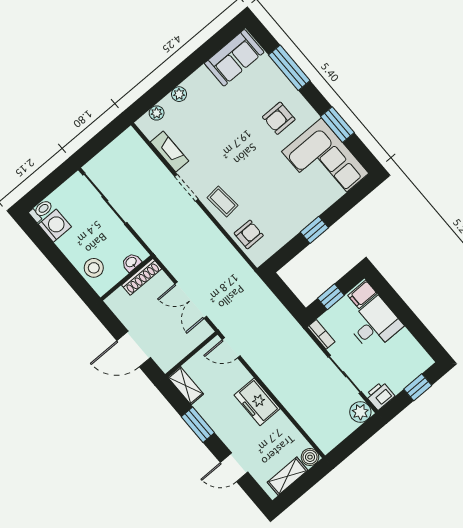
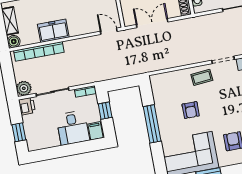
window: (314, 230) -> (152, 124), width x2.17
armchair: (249, 234) -> (191, 110), moved
door: (231, 348) -> (109, 31), hinge flipped
freezer: (257, 402) -> (53, 31), moved
bookcase: (305, 419) -> (39, 51), added

